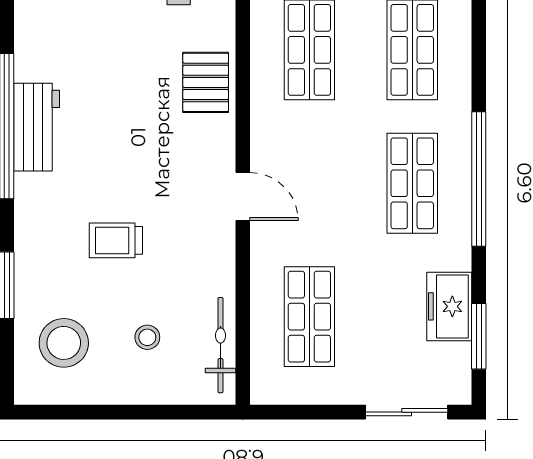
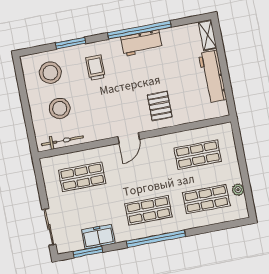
pallet: (206, 82) -> (160, 106), moved, turned 90
trolley: (116, 240) -> (96, 68), moved
stool: (147, 337) -> (60, 108), width x1.89, depth x1.89

